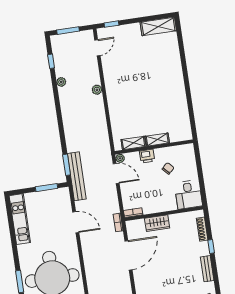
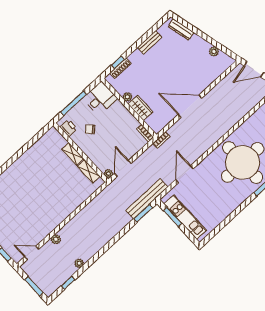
plant: (97, 90) -> (56, 239), moved
printer: (147, 156) -> (69, 128), moved
window: (200, 169) -> (74, 103), added
kitchen unit: (20, 219) -> (185, 217), moved, turned 90
plant: (174, 219) -> (127, 97), added
window: (211, 246) -> (118, 62), moved
door: (128, 255) -> (190, 106), moved

